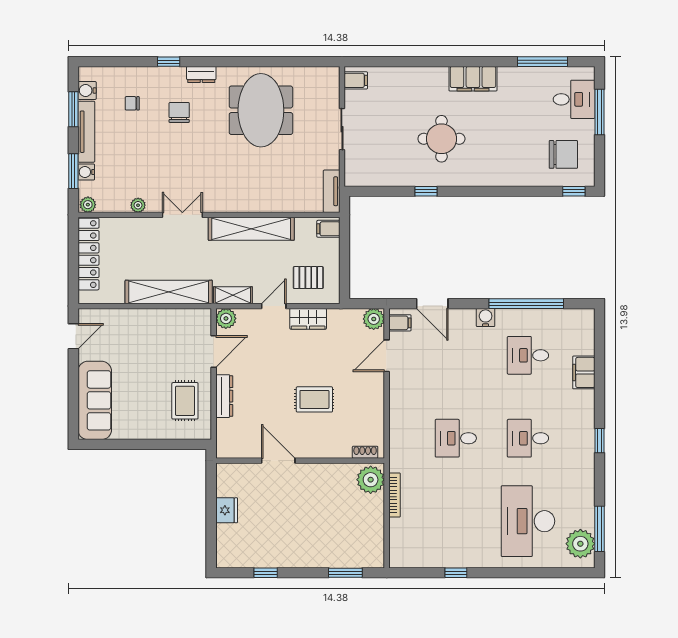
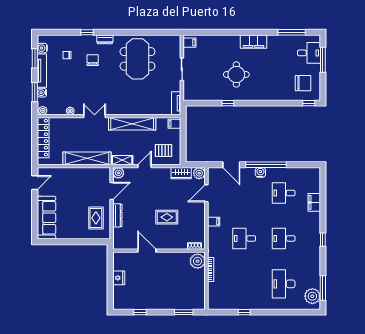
window: (526, 304) -> (266, 165), moved
wardrobe: (308, 319) -> (181, 173), moved
filing cabinet: (400, 323) -> (214, 222), moved
desk: (528, 521) -> (284, 284), width x0.73, depth x0.77

